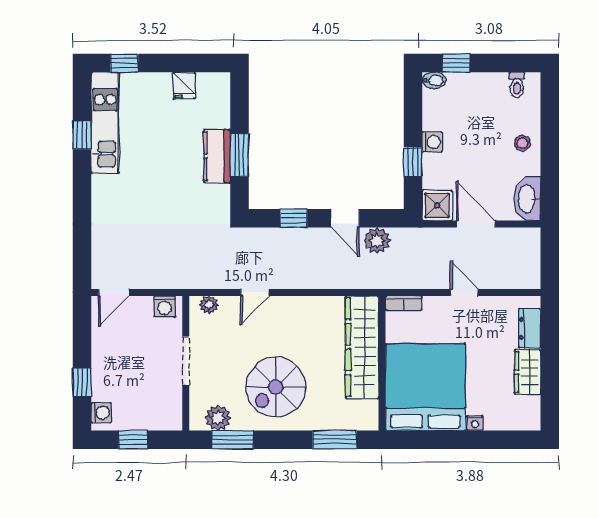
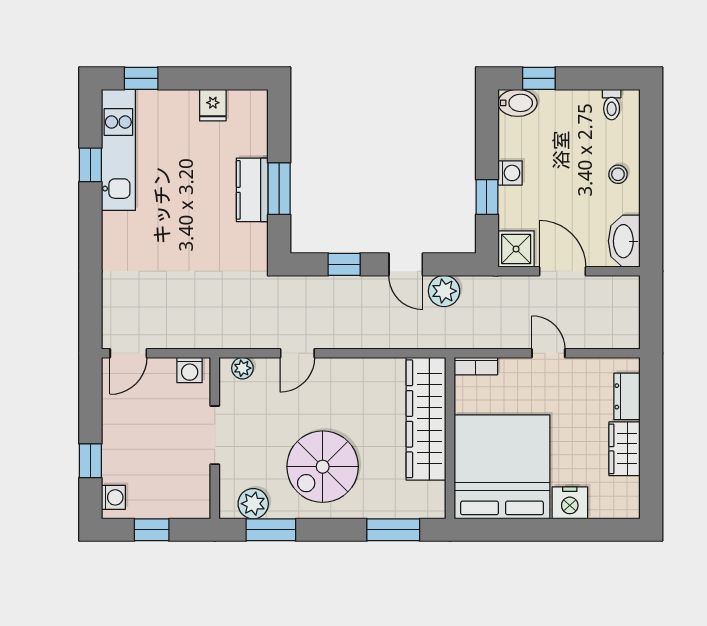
bidet: (434, 80) -> (518, 103), width x1.38, depth x1.36
nightstand: (475, 423) -> (570, 503), width x1.89, depth x1.79

